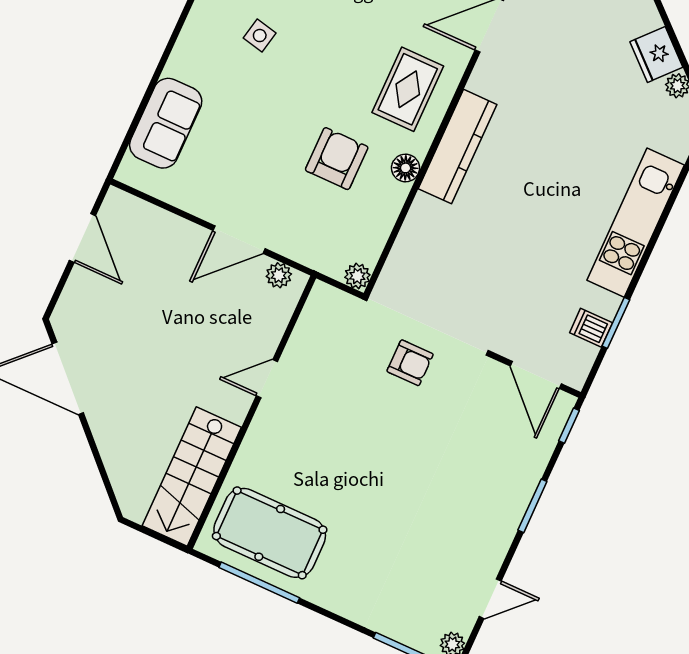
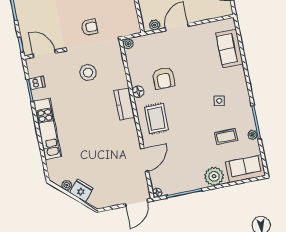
kitchen counter: (457, 147) -> (124, 104), width x0.67
stool: (477, 276) -> (88, 73), added
armchair: (410, 363) -> (89, 27), turned 180

